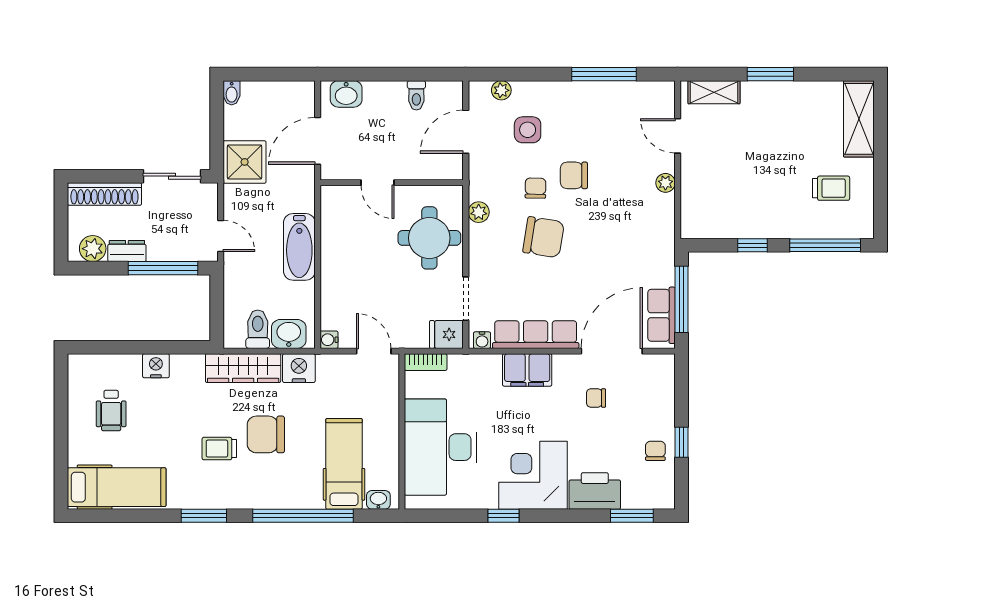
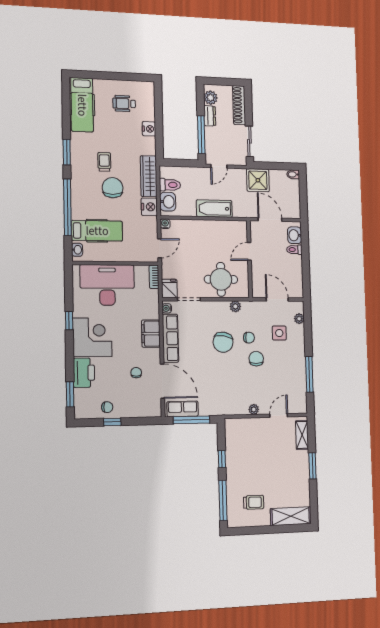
toilet: (416, 95) -> (294, 250), moved
trolley: (831, 188) -> (254, 502), turned -90

